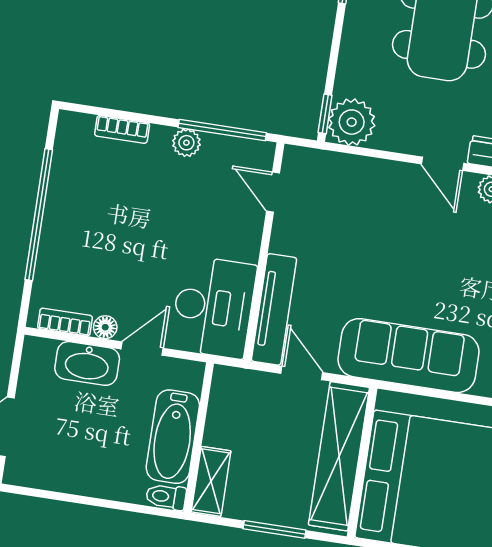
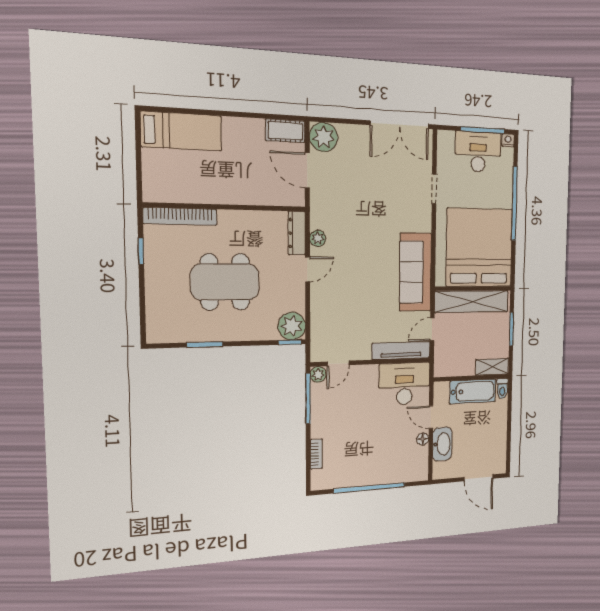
plant: (186, 143) -> (318, 374), moved
bookcase: (65, 322) -> (423, 461), removed

